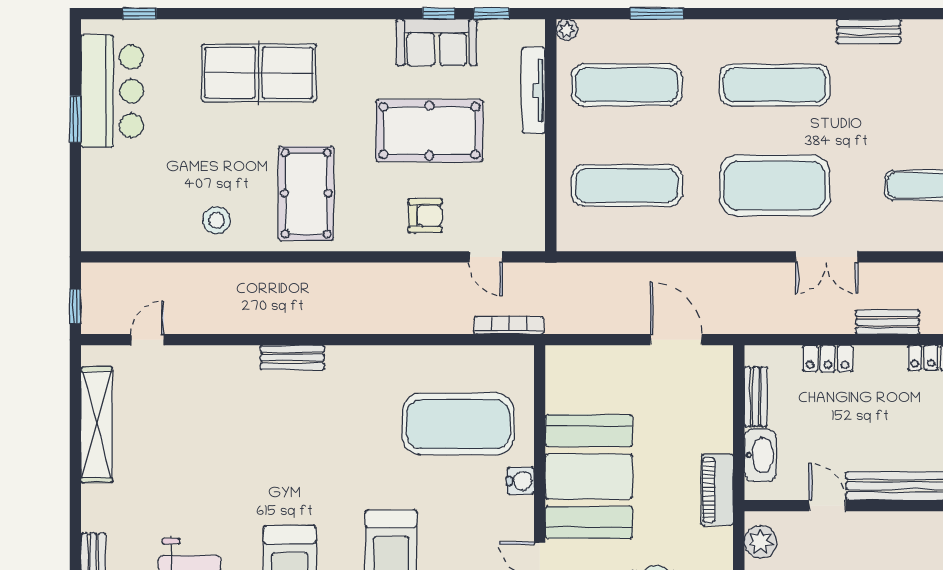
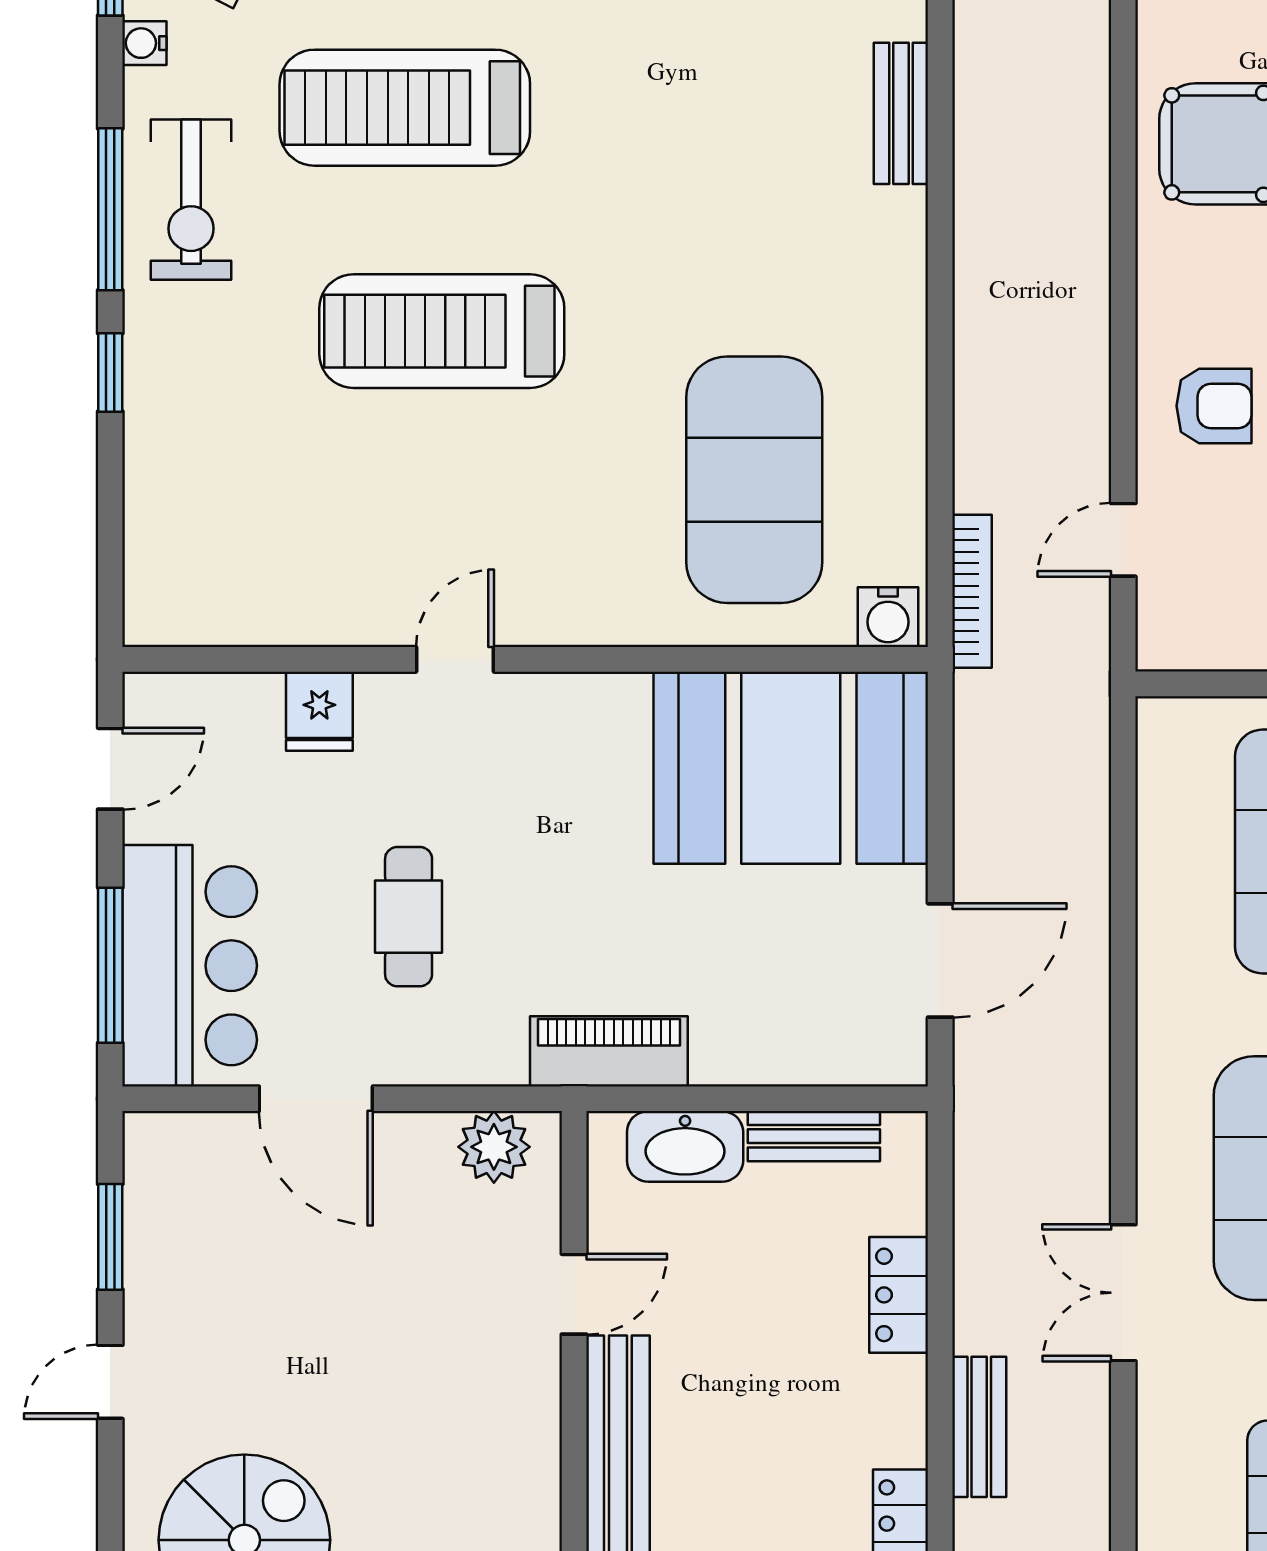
armchair: (425, 216) -> (1214, 406), turned -90
booth: (589, 476) -> (791, 768), moved
water cooler: (521, 481) -> (888, 617), moved

